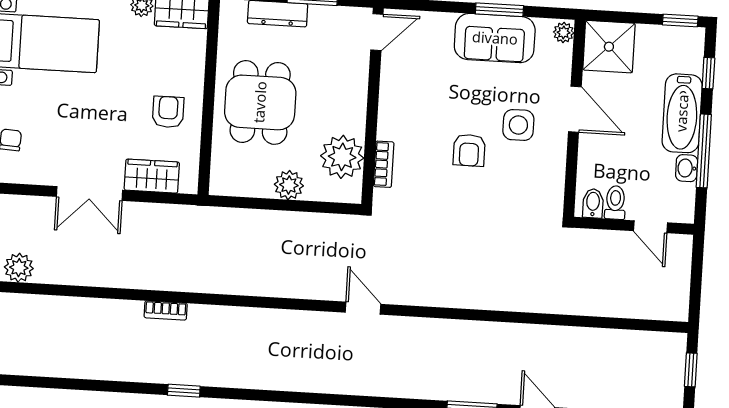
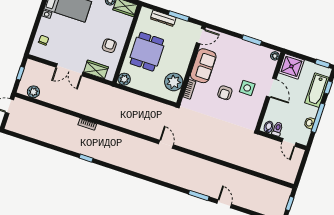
sofa: (495, 38) -> (203, 66), moved, turned -90
bathtub: (682, 113) -> (317, 90), moved
plant: (289, 185) -> (124, 79), moved

